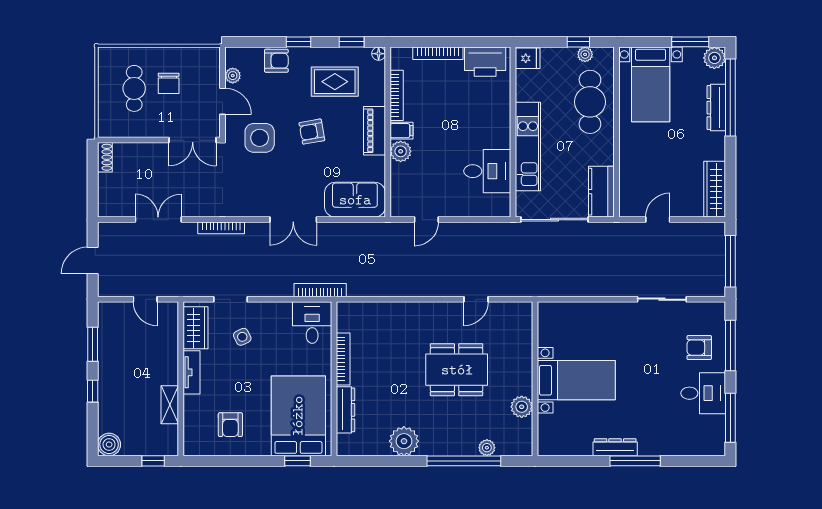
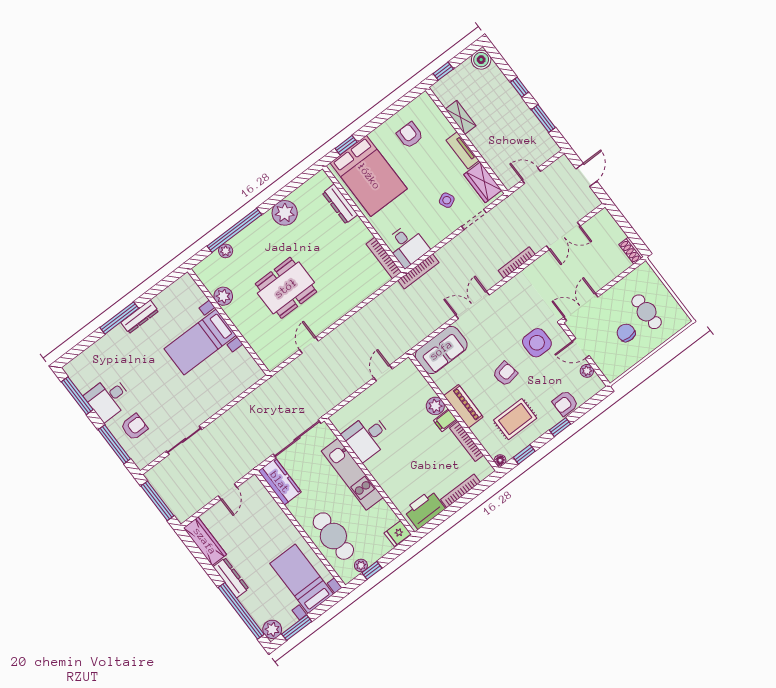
dresser: (716, 108) -> (231, 578), moved
bookcase: (343, 359) -> (384, 258), moved

